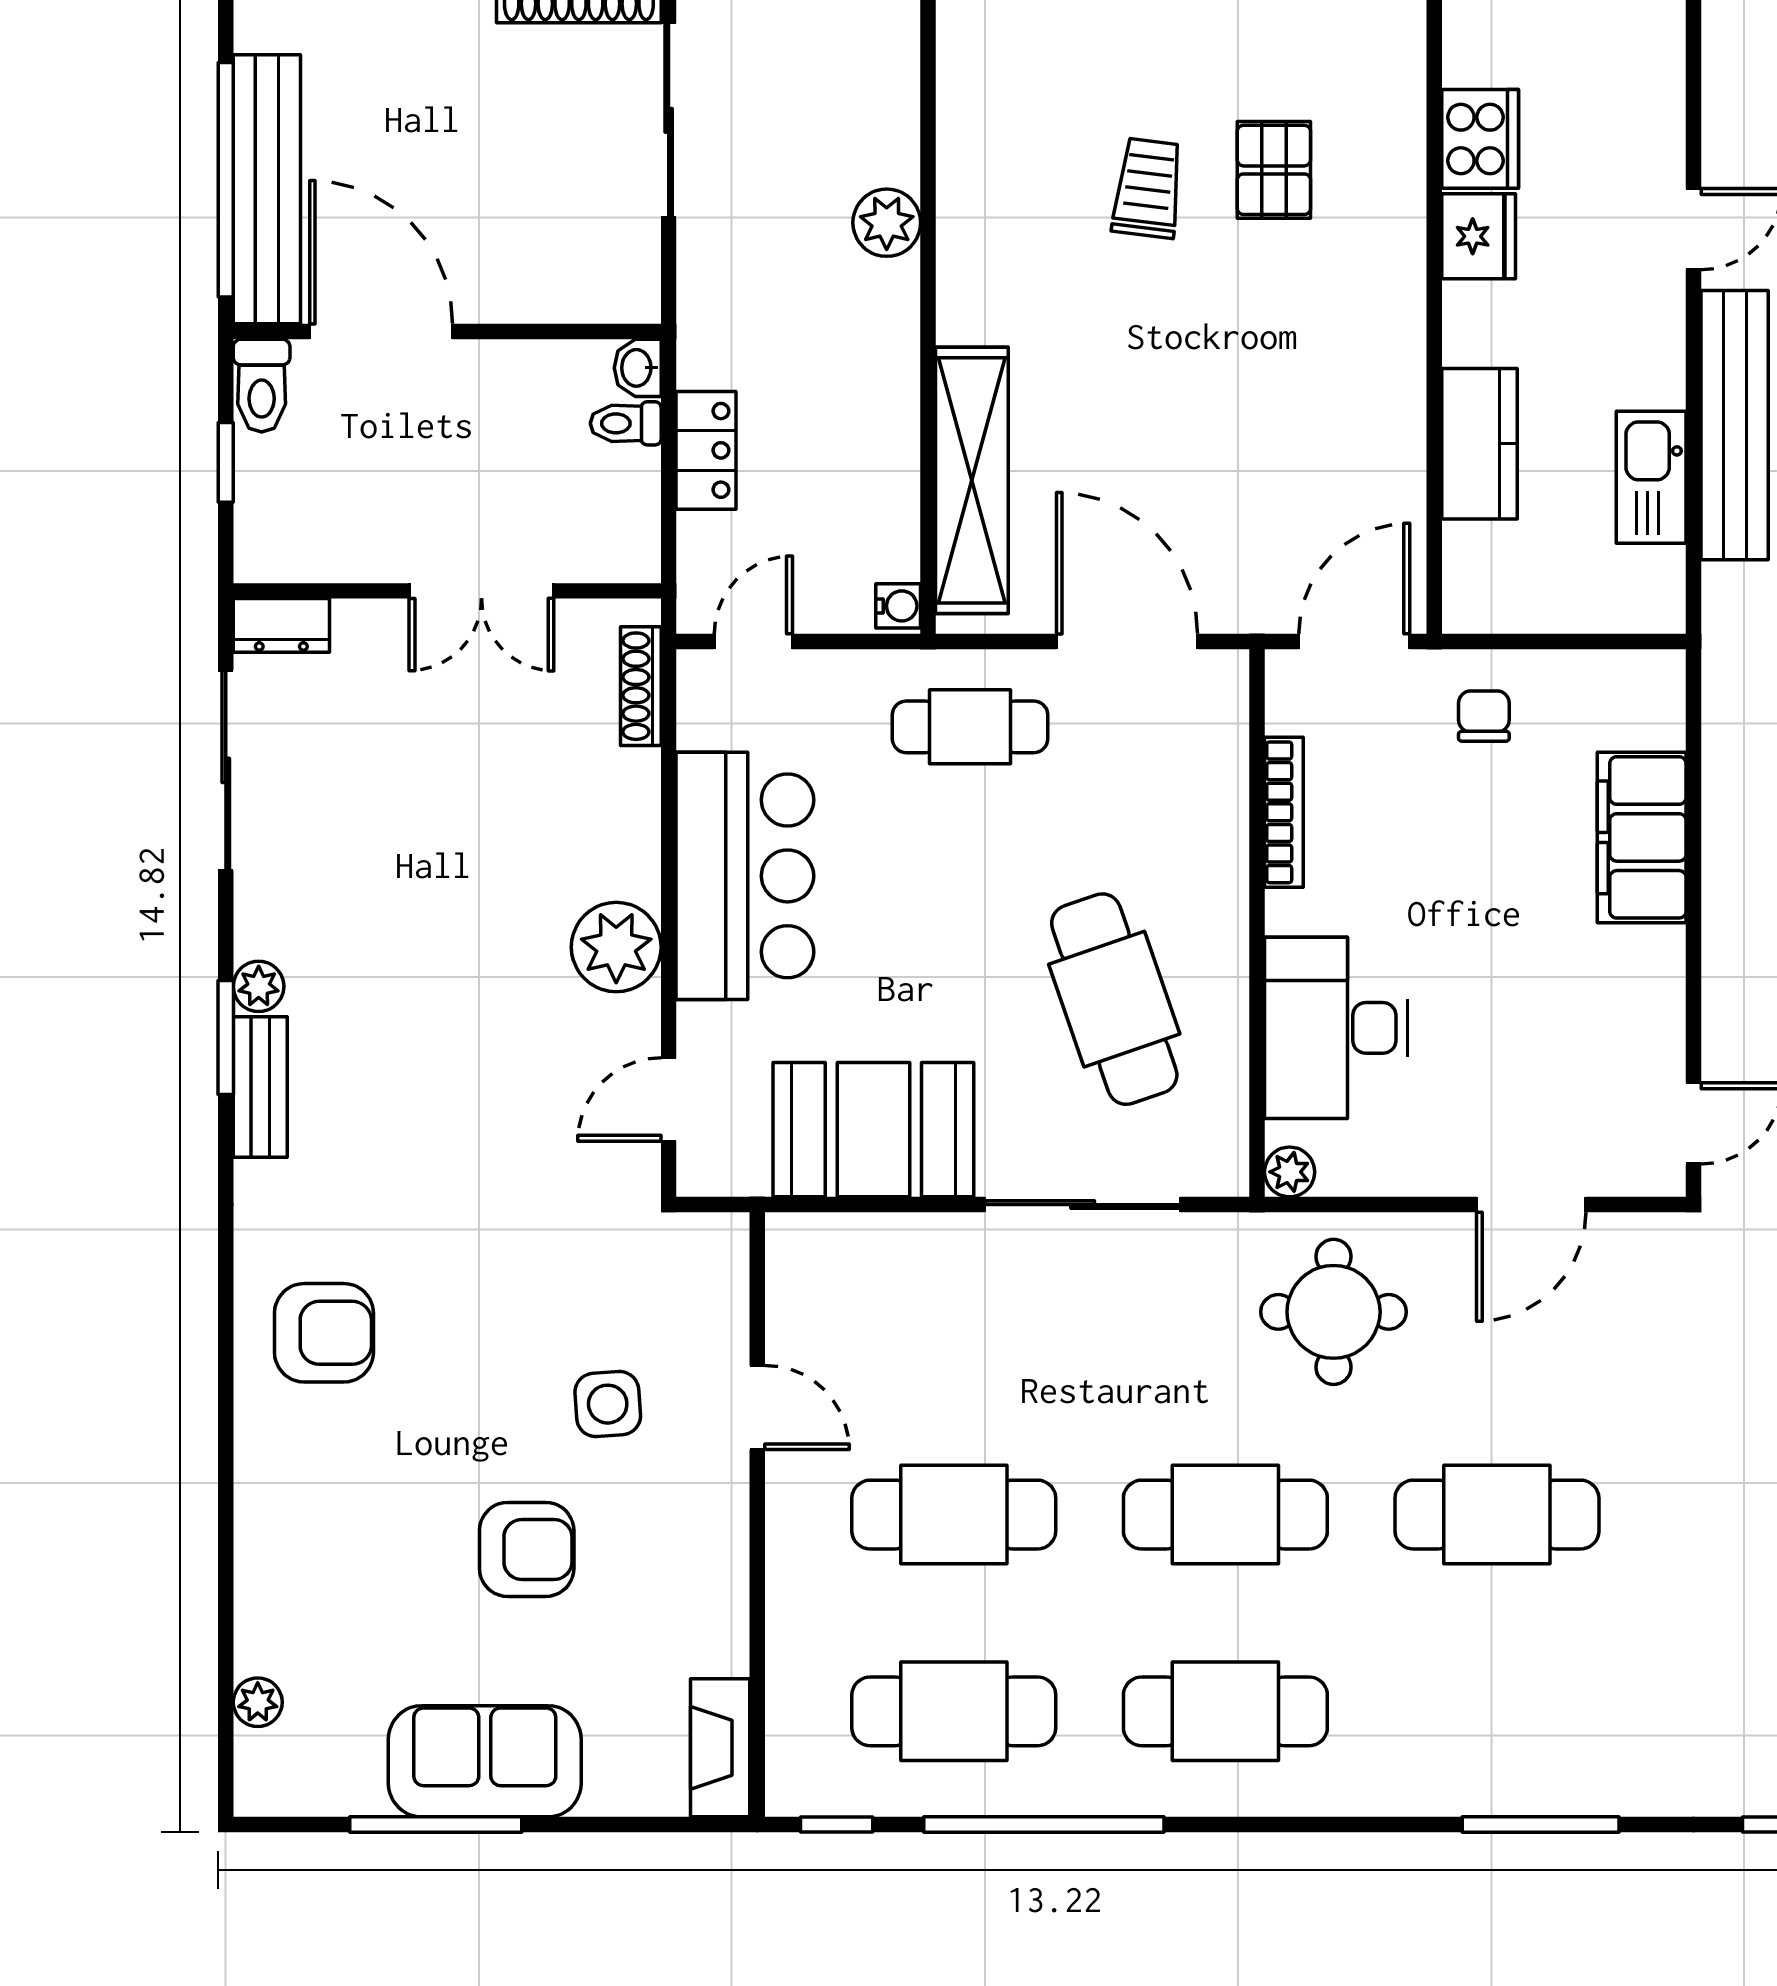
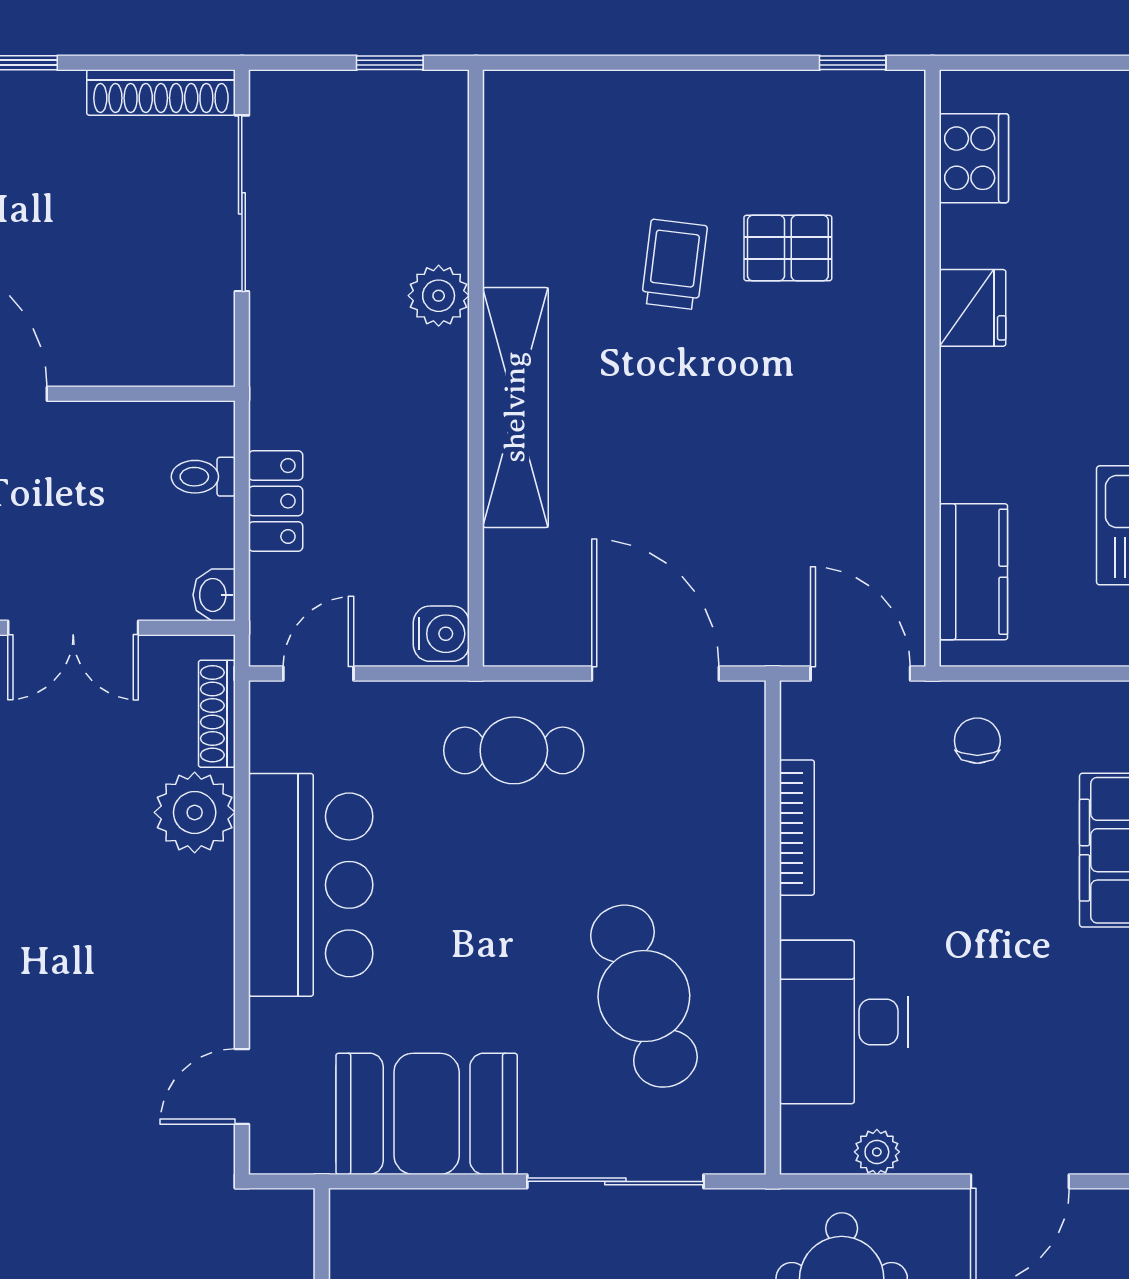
cooker: (1480, 139) -> (974, 158), moved
pallet: (1274, 170) -> (788, 248), turned 90
washbasin: (638, 368) -> (214, 595), moved
kitchen counter: (1480, 444) -> (973, 572), moved
shelving: (972, 480) -> (515, 407), moved
water cooler: (898, 606) -> (441, 634), width x1.38, depth x1.38
door: (1354, 641) -> (860, 673), hinge flipped
plant: (616, 947) -> (195, 812), moved
plant: (1290, 1172) -> (877, 1152), moved

